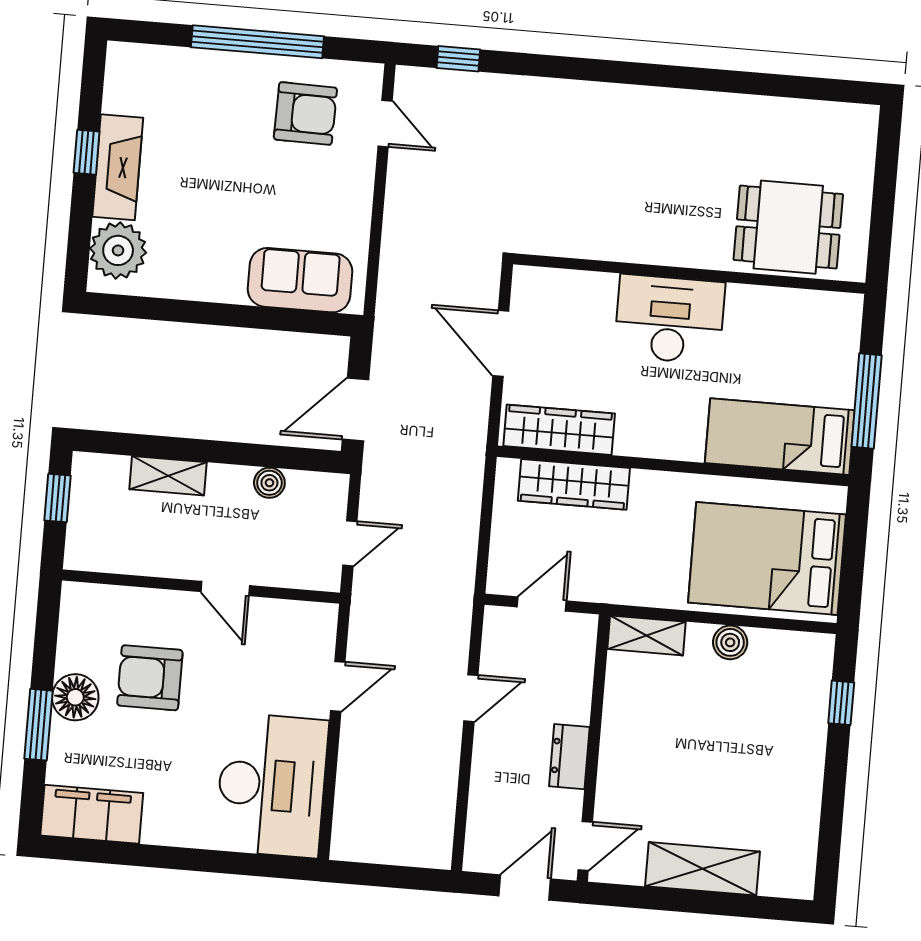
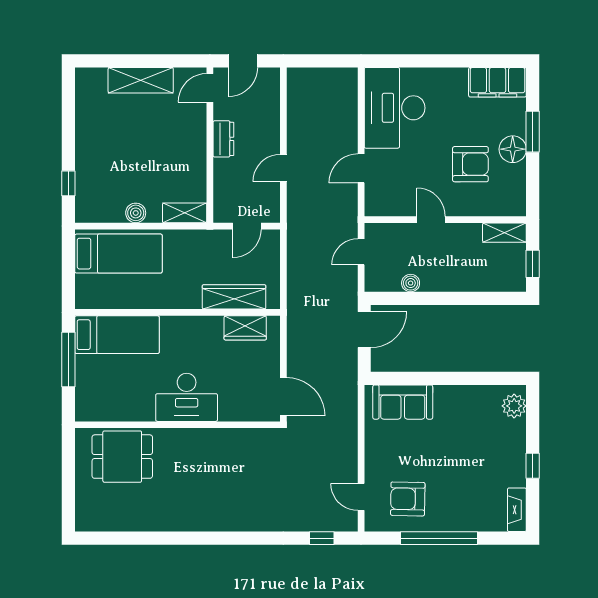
fireplace: (118, 167) -> (517, 510), moved, width x0.73, depth x0.76
plant: (118, 250) -> (514, 406), width x0.73, depth x0.73
door: (501, 344) -> (283, 397), moved
wardrobe: (559, 430) -> (245, 328), width x0.67
shelving: (168, 476) -> (504, 233), moved
bed: (767, 558) -> (118, 254), width x0.67

